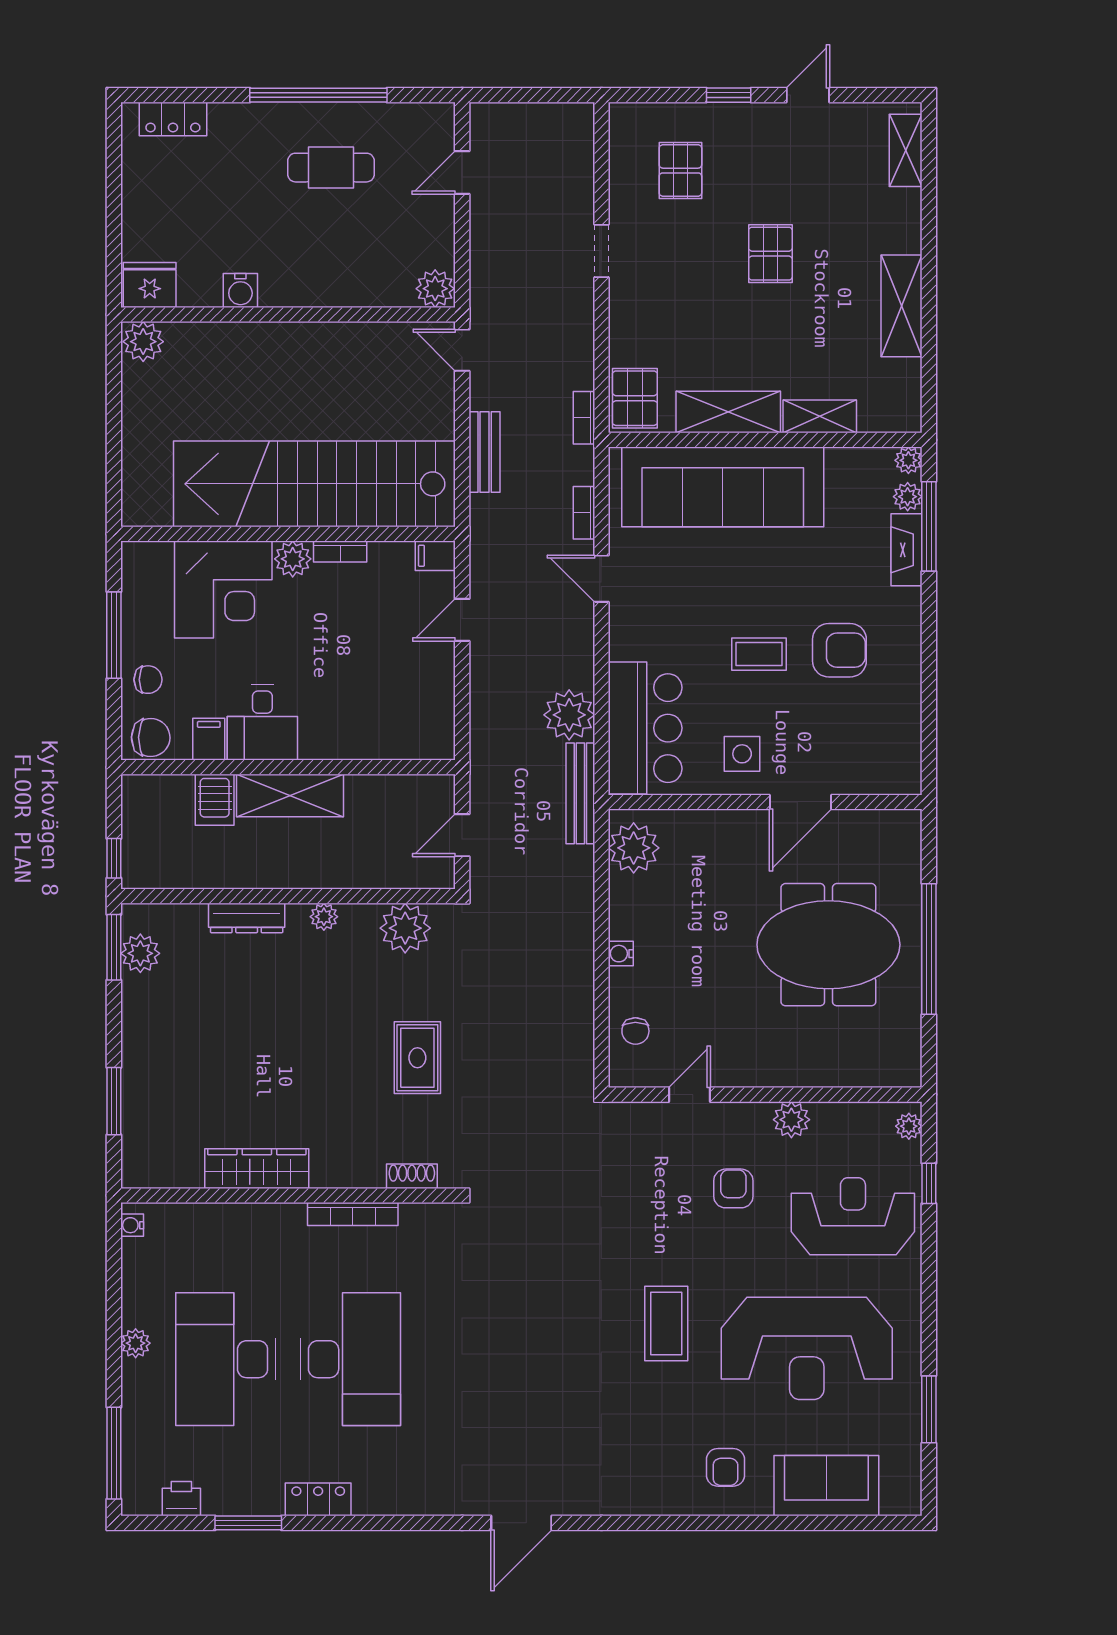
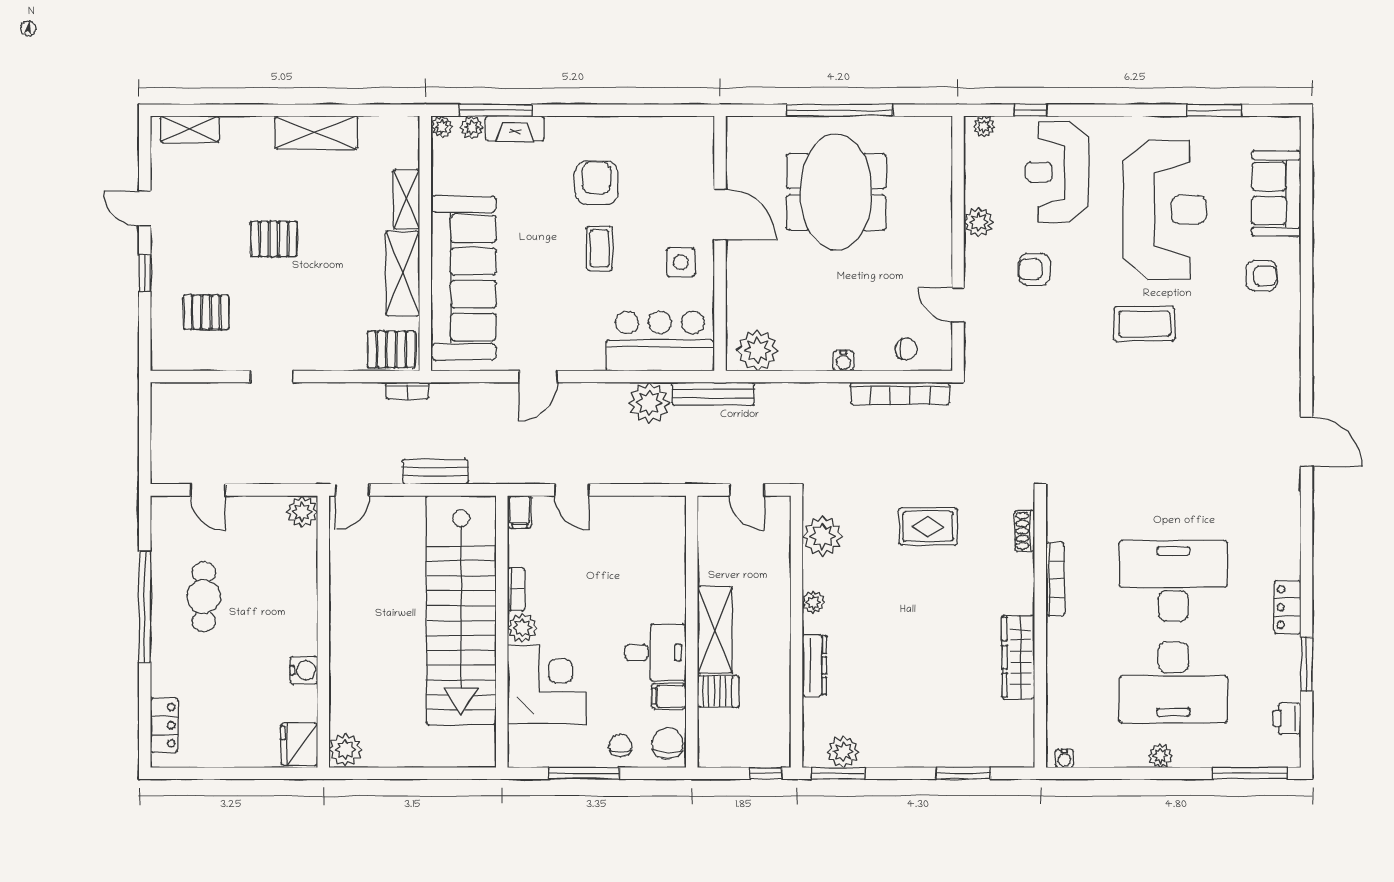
bookcase: (584, 513) -> (900, 393), moved, width x2.31, depth x1.31

